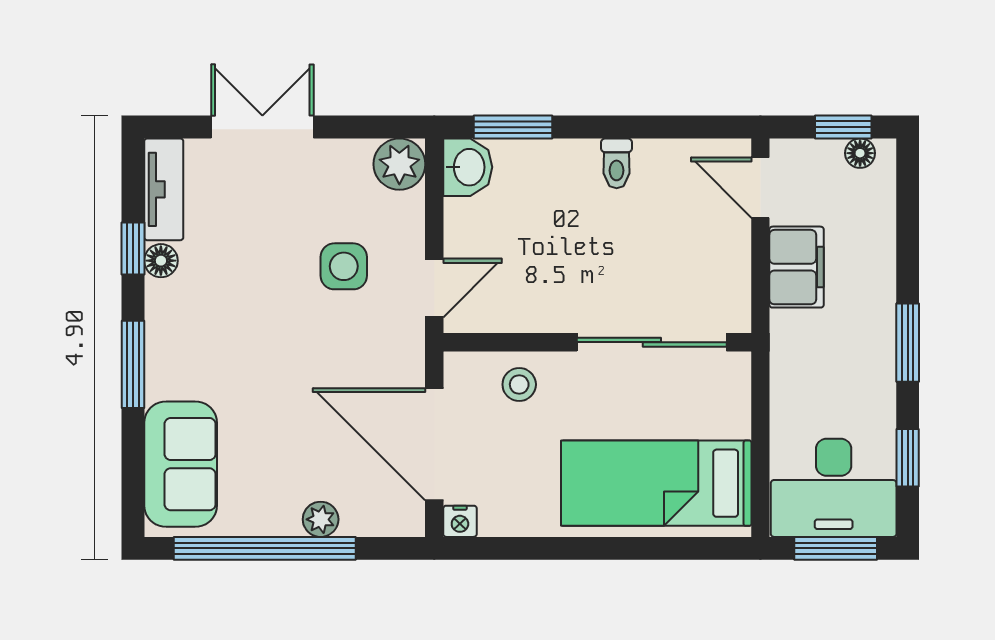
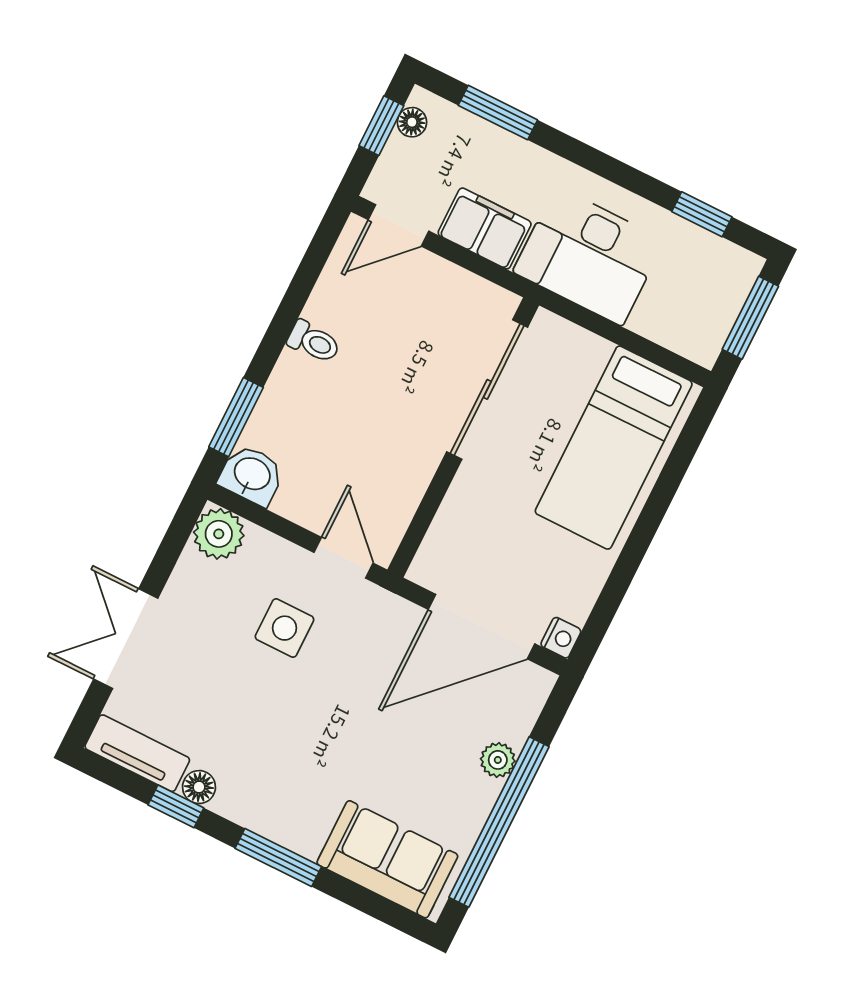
window: (908, 343) -> (498, 113), moved
stool: (519, 384) -> (466, 525), removed
desk: (834, 488) -> (589, 256), moved, turned 90

